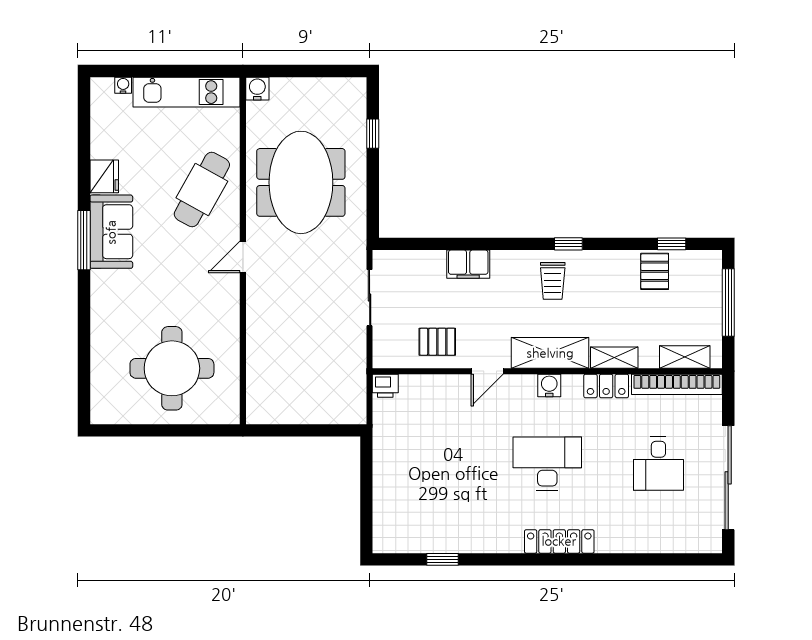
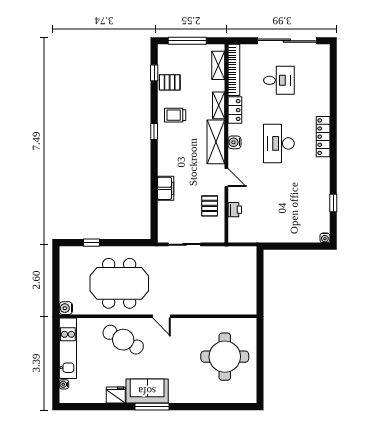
trolley: (553, 281) -> (175, 115), moved, turned 180
printer: (385, 386) -> (235, 210), moved
water cooler: (381, 545) -> (325, 238), added

